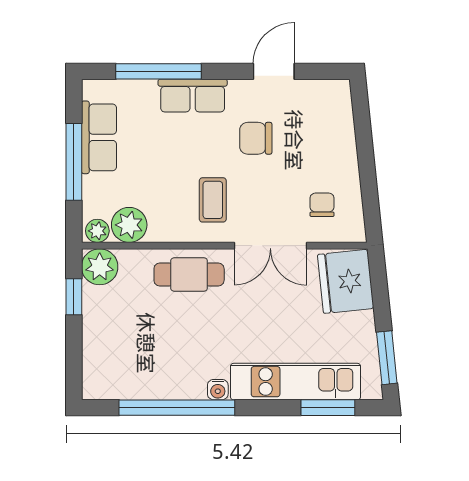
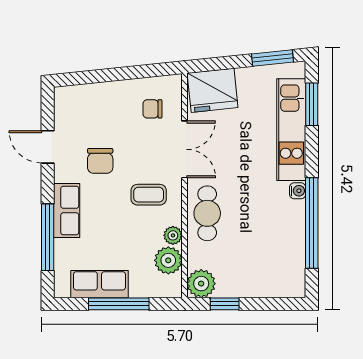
plant: (97, 231) -> (173, 235), moved

